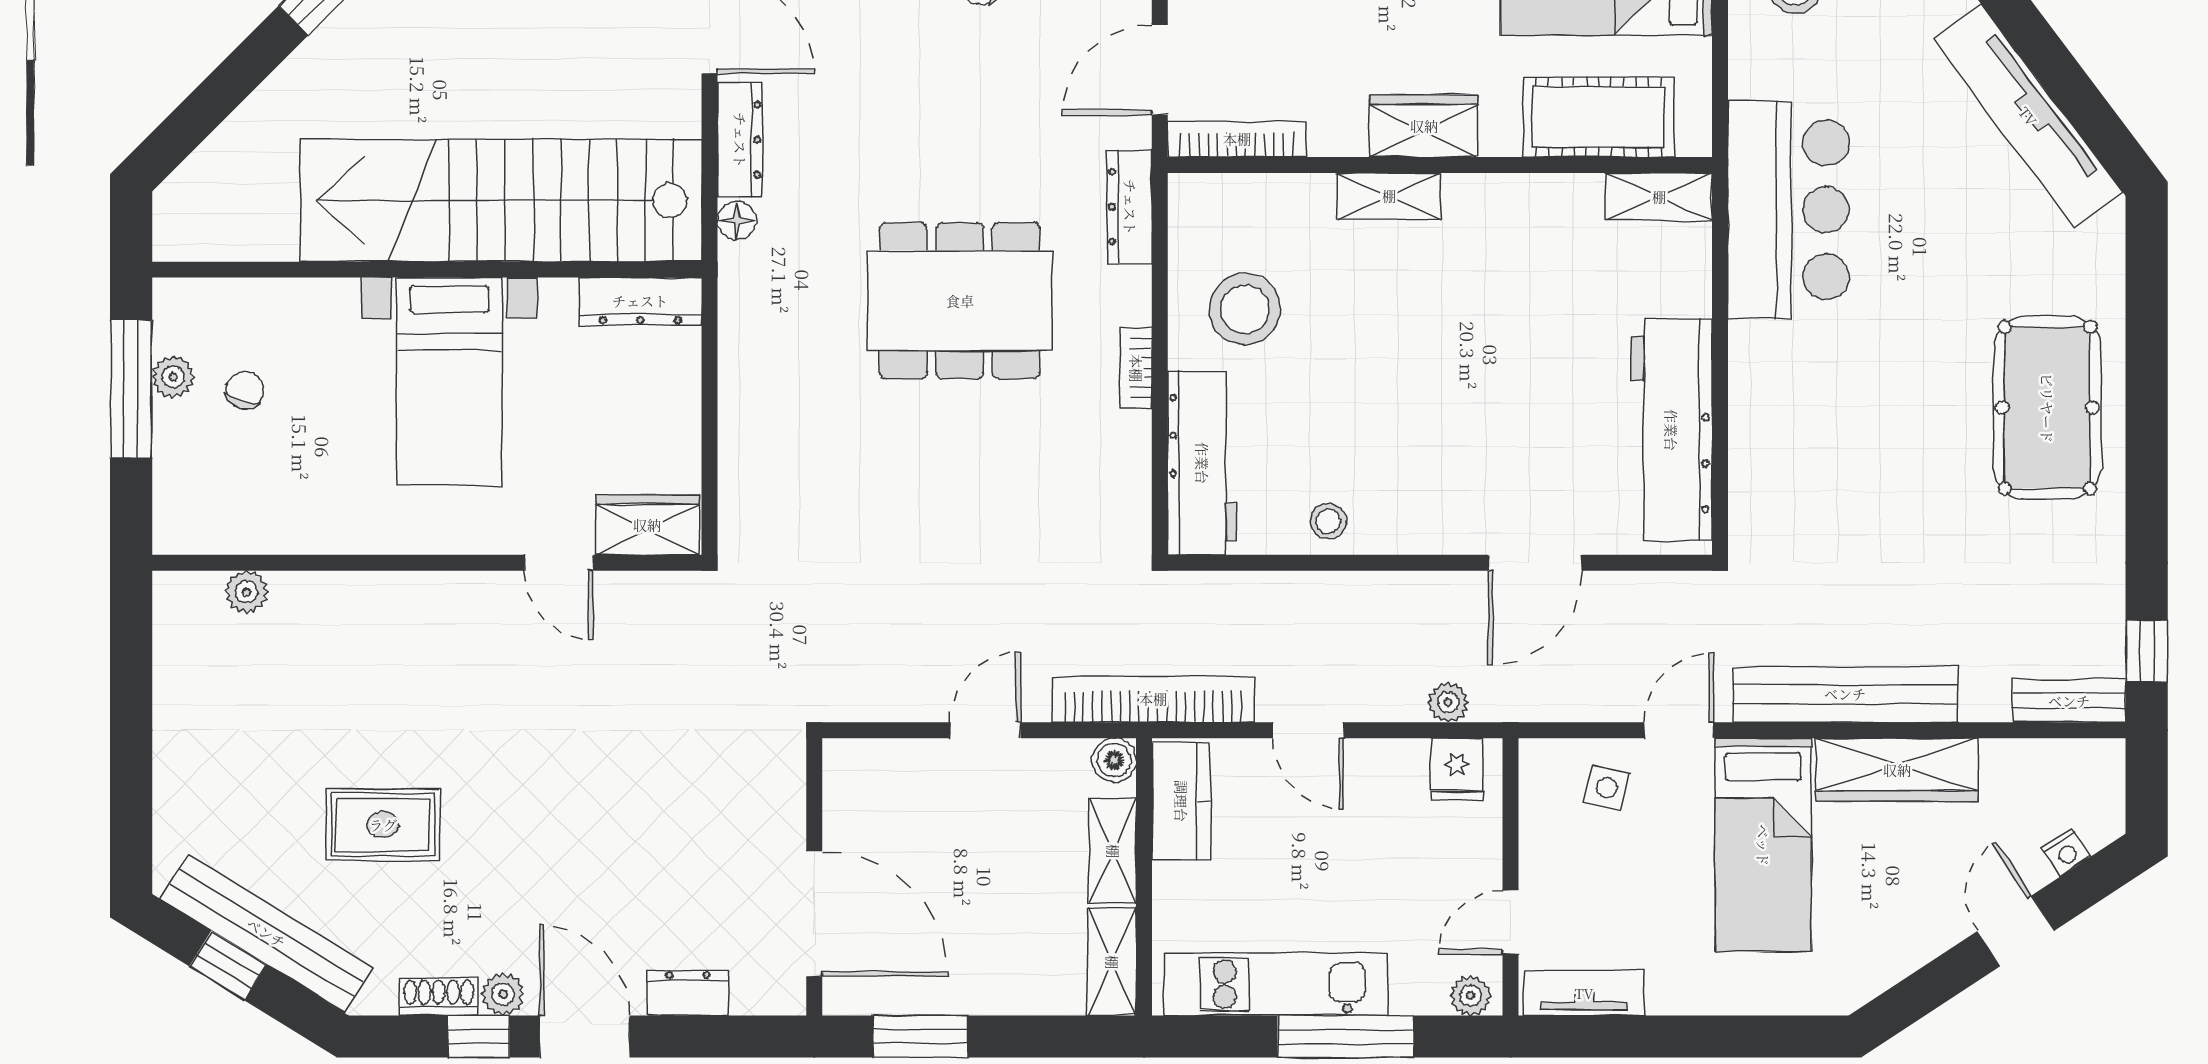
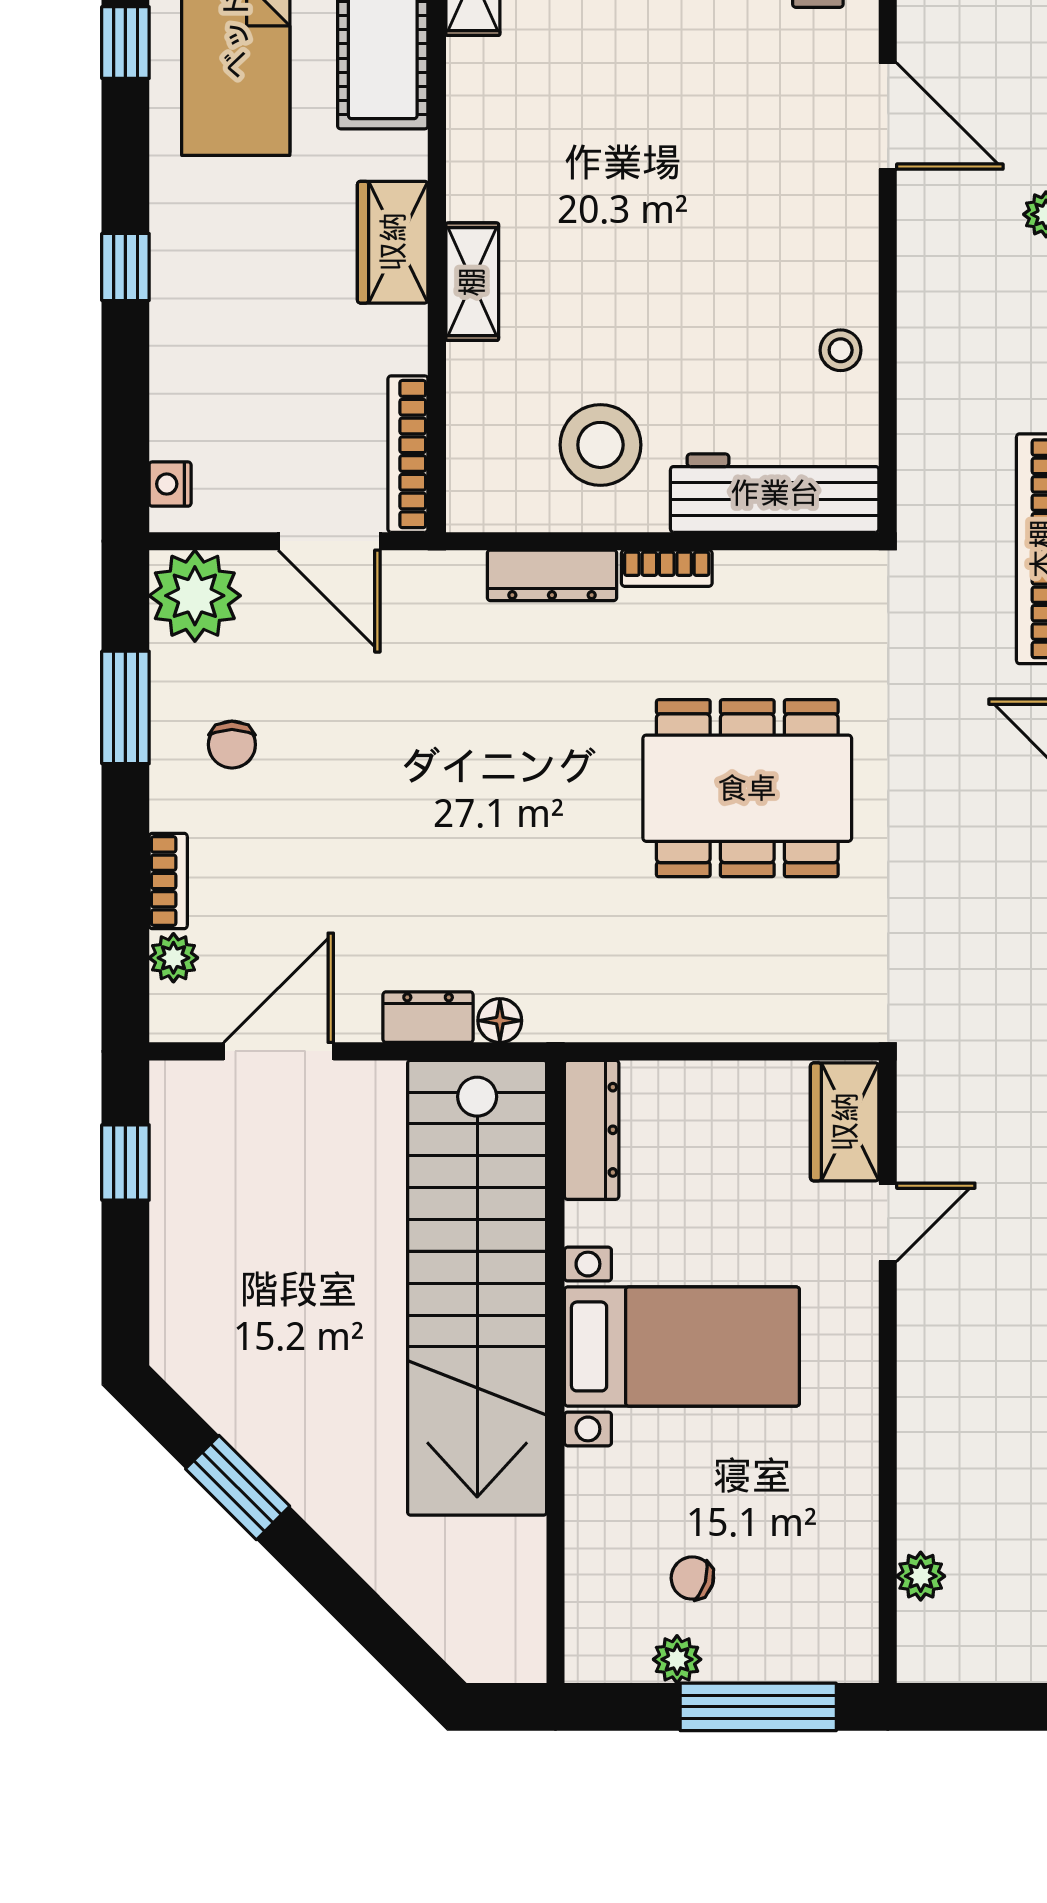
dresser: (740, 140) -> (428, 1017), width x0.70
dresser: (1130, 207) -> (552, 575), moved
dining table: (960, 301) -> (747, 788), moved, turned 90
window: (131, 389) -> (758, 1707), moved

